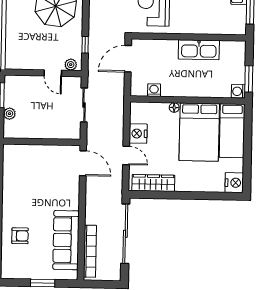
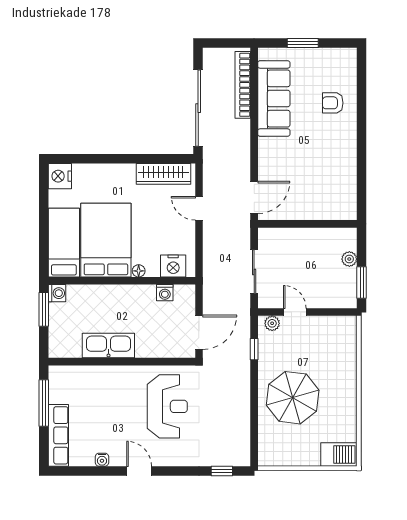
nightstand: (138, 134) -> (173, 266), moved, turned 90
door: (83, 163) -> (254, 197), swing flipped

